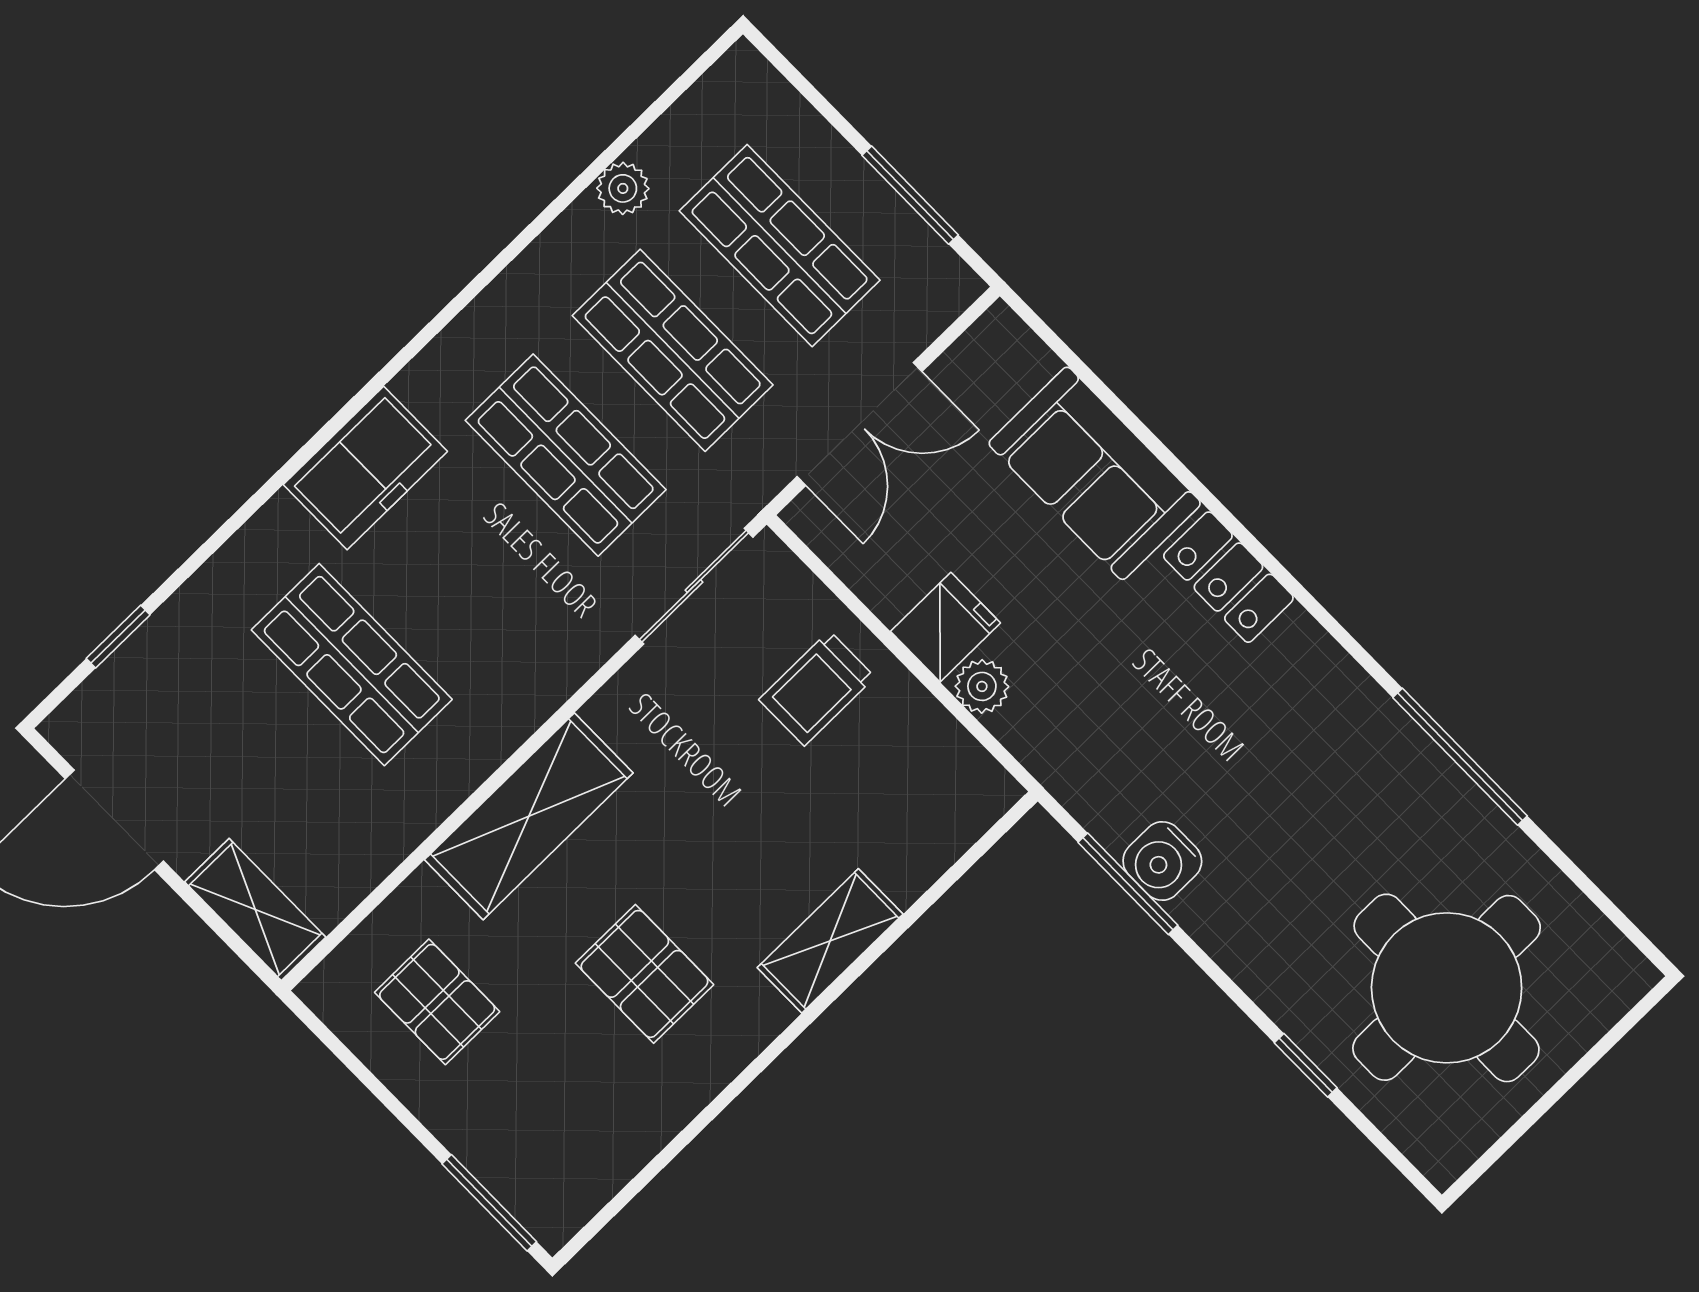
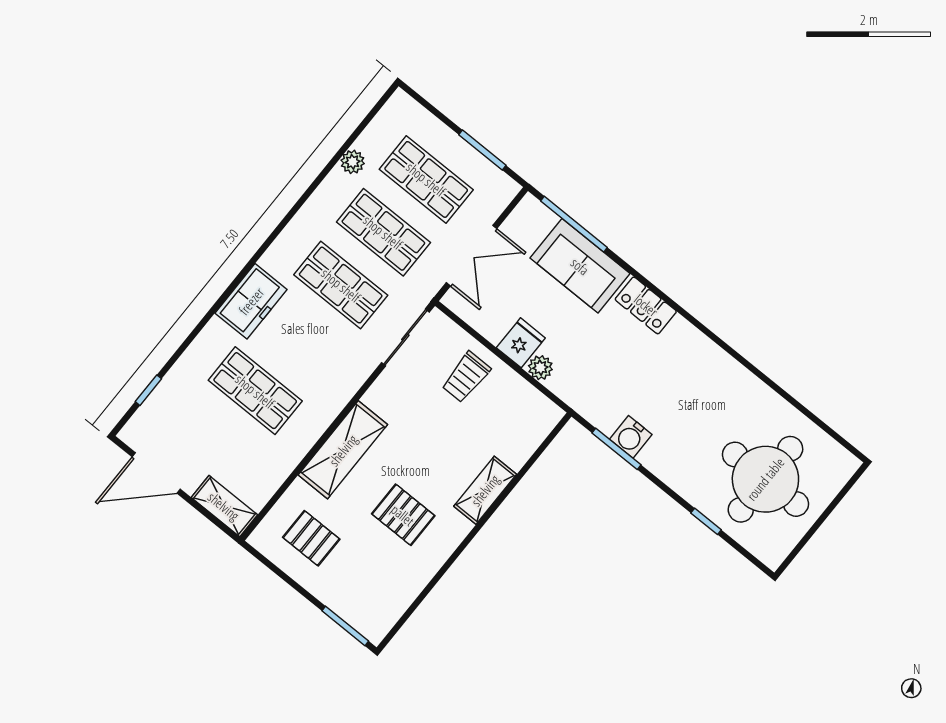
window: (1460, 757) -> (574, 224), moved

